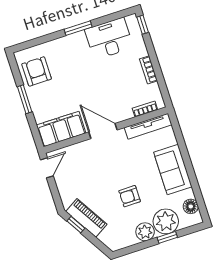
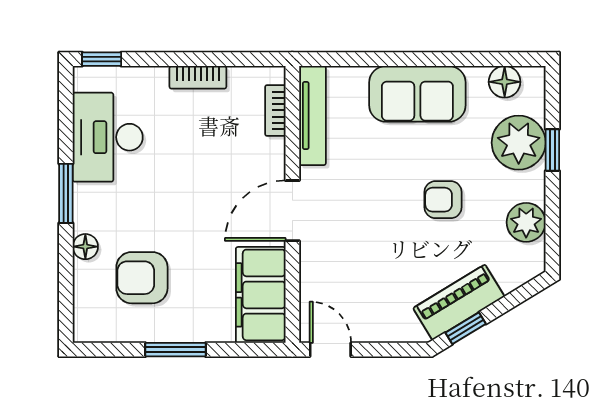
floor lamp: (57, 44) -> (85, 247), added
armchair: (37, 71) -> (142, 278), moved
armchair: (130, 196) -> (443, 200), turned 90
plant: (145, 232) -> (526, 222), moved

